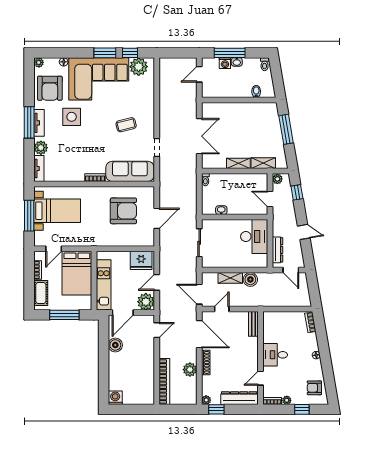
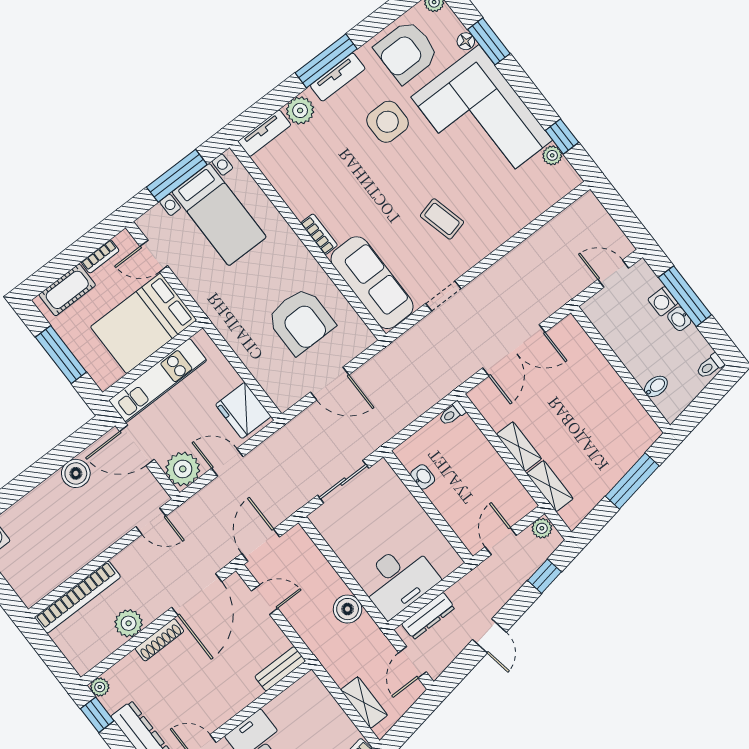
window: (105, 53) -> (489, 41), moved
plant: (139, 67) -> (552, 155), width x0.53, depth x0.53
desk: (254, 236) -> (398, 580), moved
shelving: (230, 278) -> (364, 703), moved

